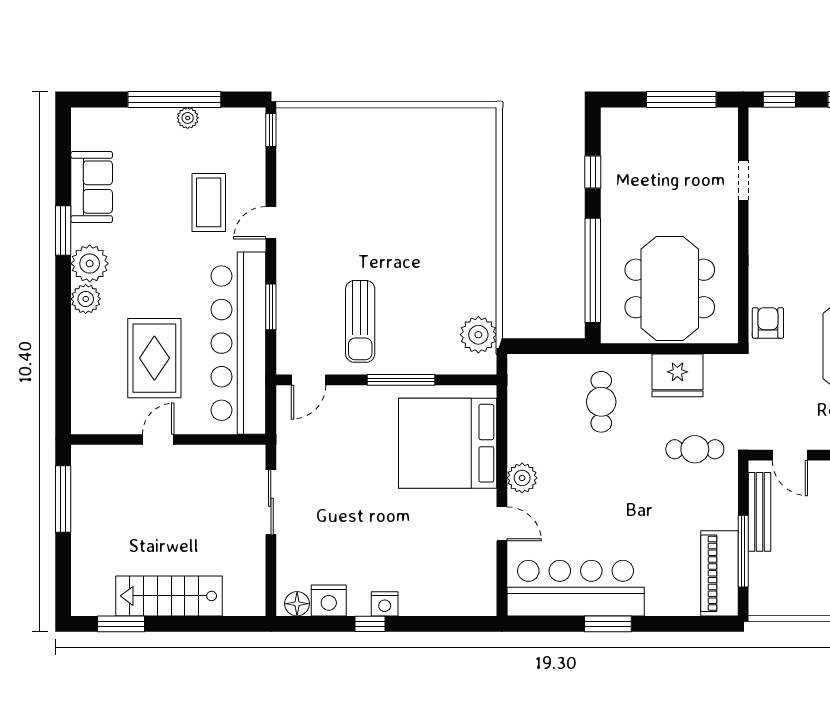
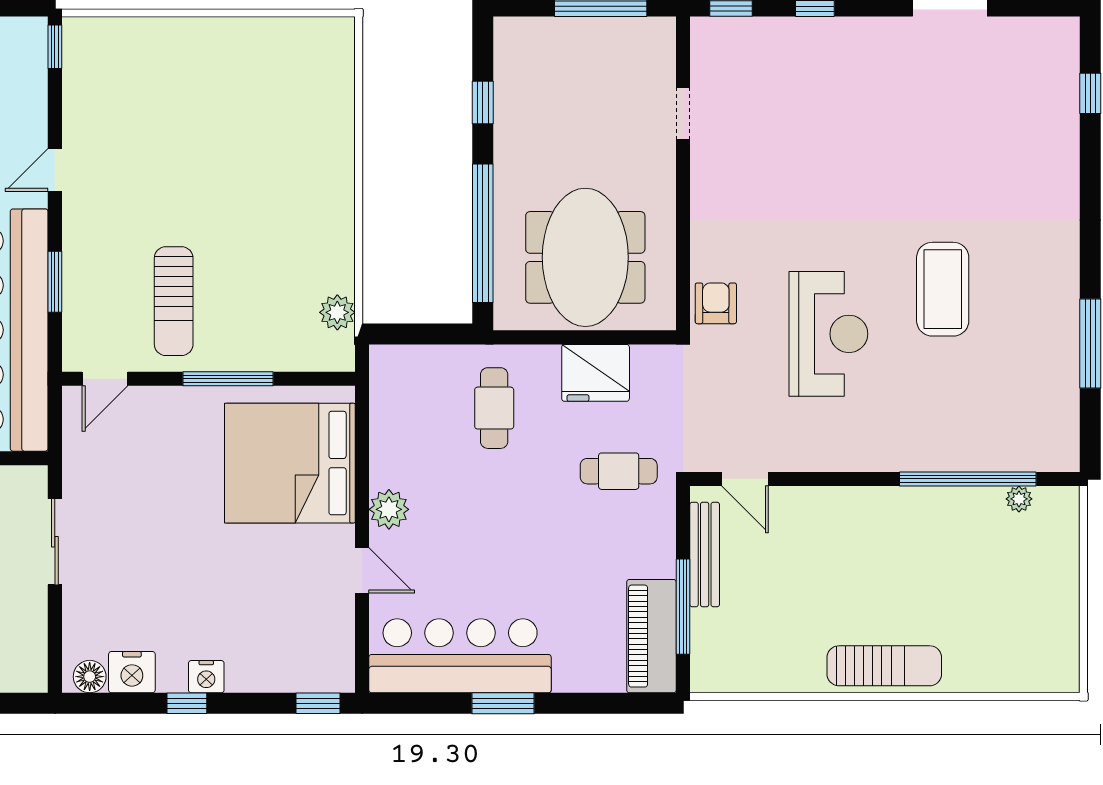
plant: (478, 335) -> (337, 312), width x0.73, depth x0.73
window: (469, 624) -> (318, 703), added

